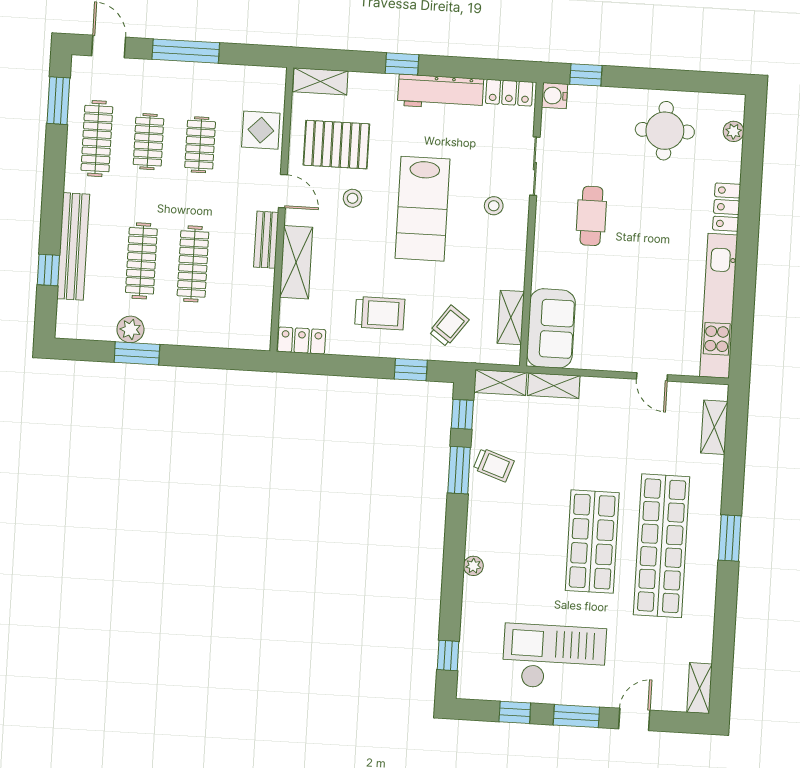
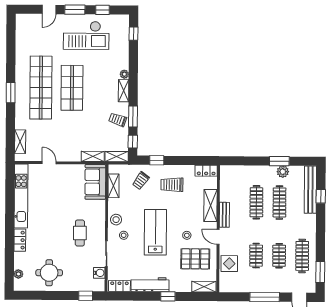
water cooler: (555, 96) -> (99, 273), moved
stool: (509, 242) -> (116, 220), added
bench: (73, 246) -> (310, 190), moved
shelving: (699, 688) -> (124, 91), moved

